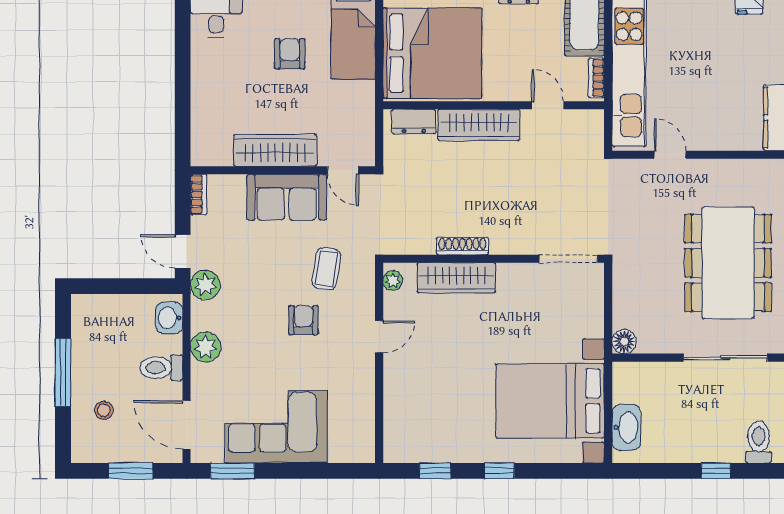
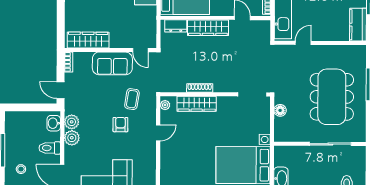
wardrobe: (275, 150) -> (88, 40), moved
door: (670, 155) -> (303, 43), hinge flipped
plant: (205, 285) -> (72, 122), moved
floor lamp: (624, 342) -> (280, 110), moved

